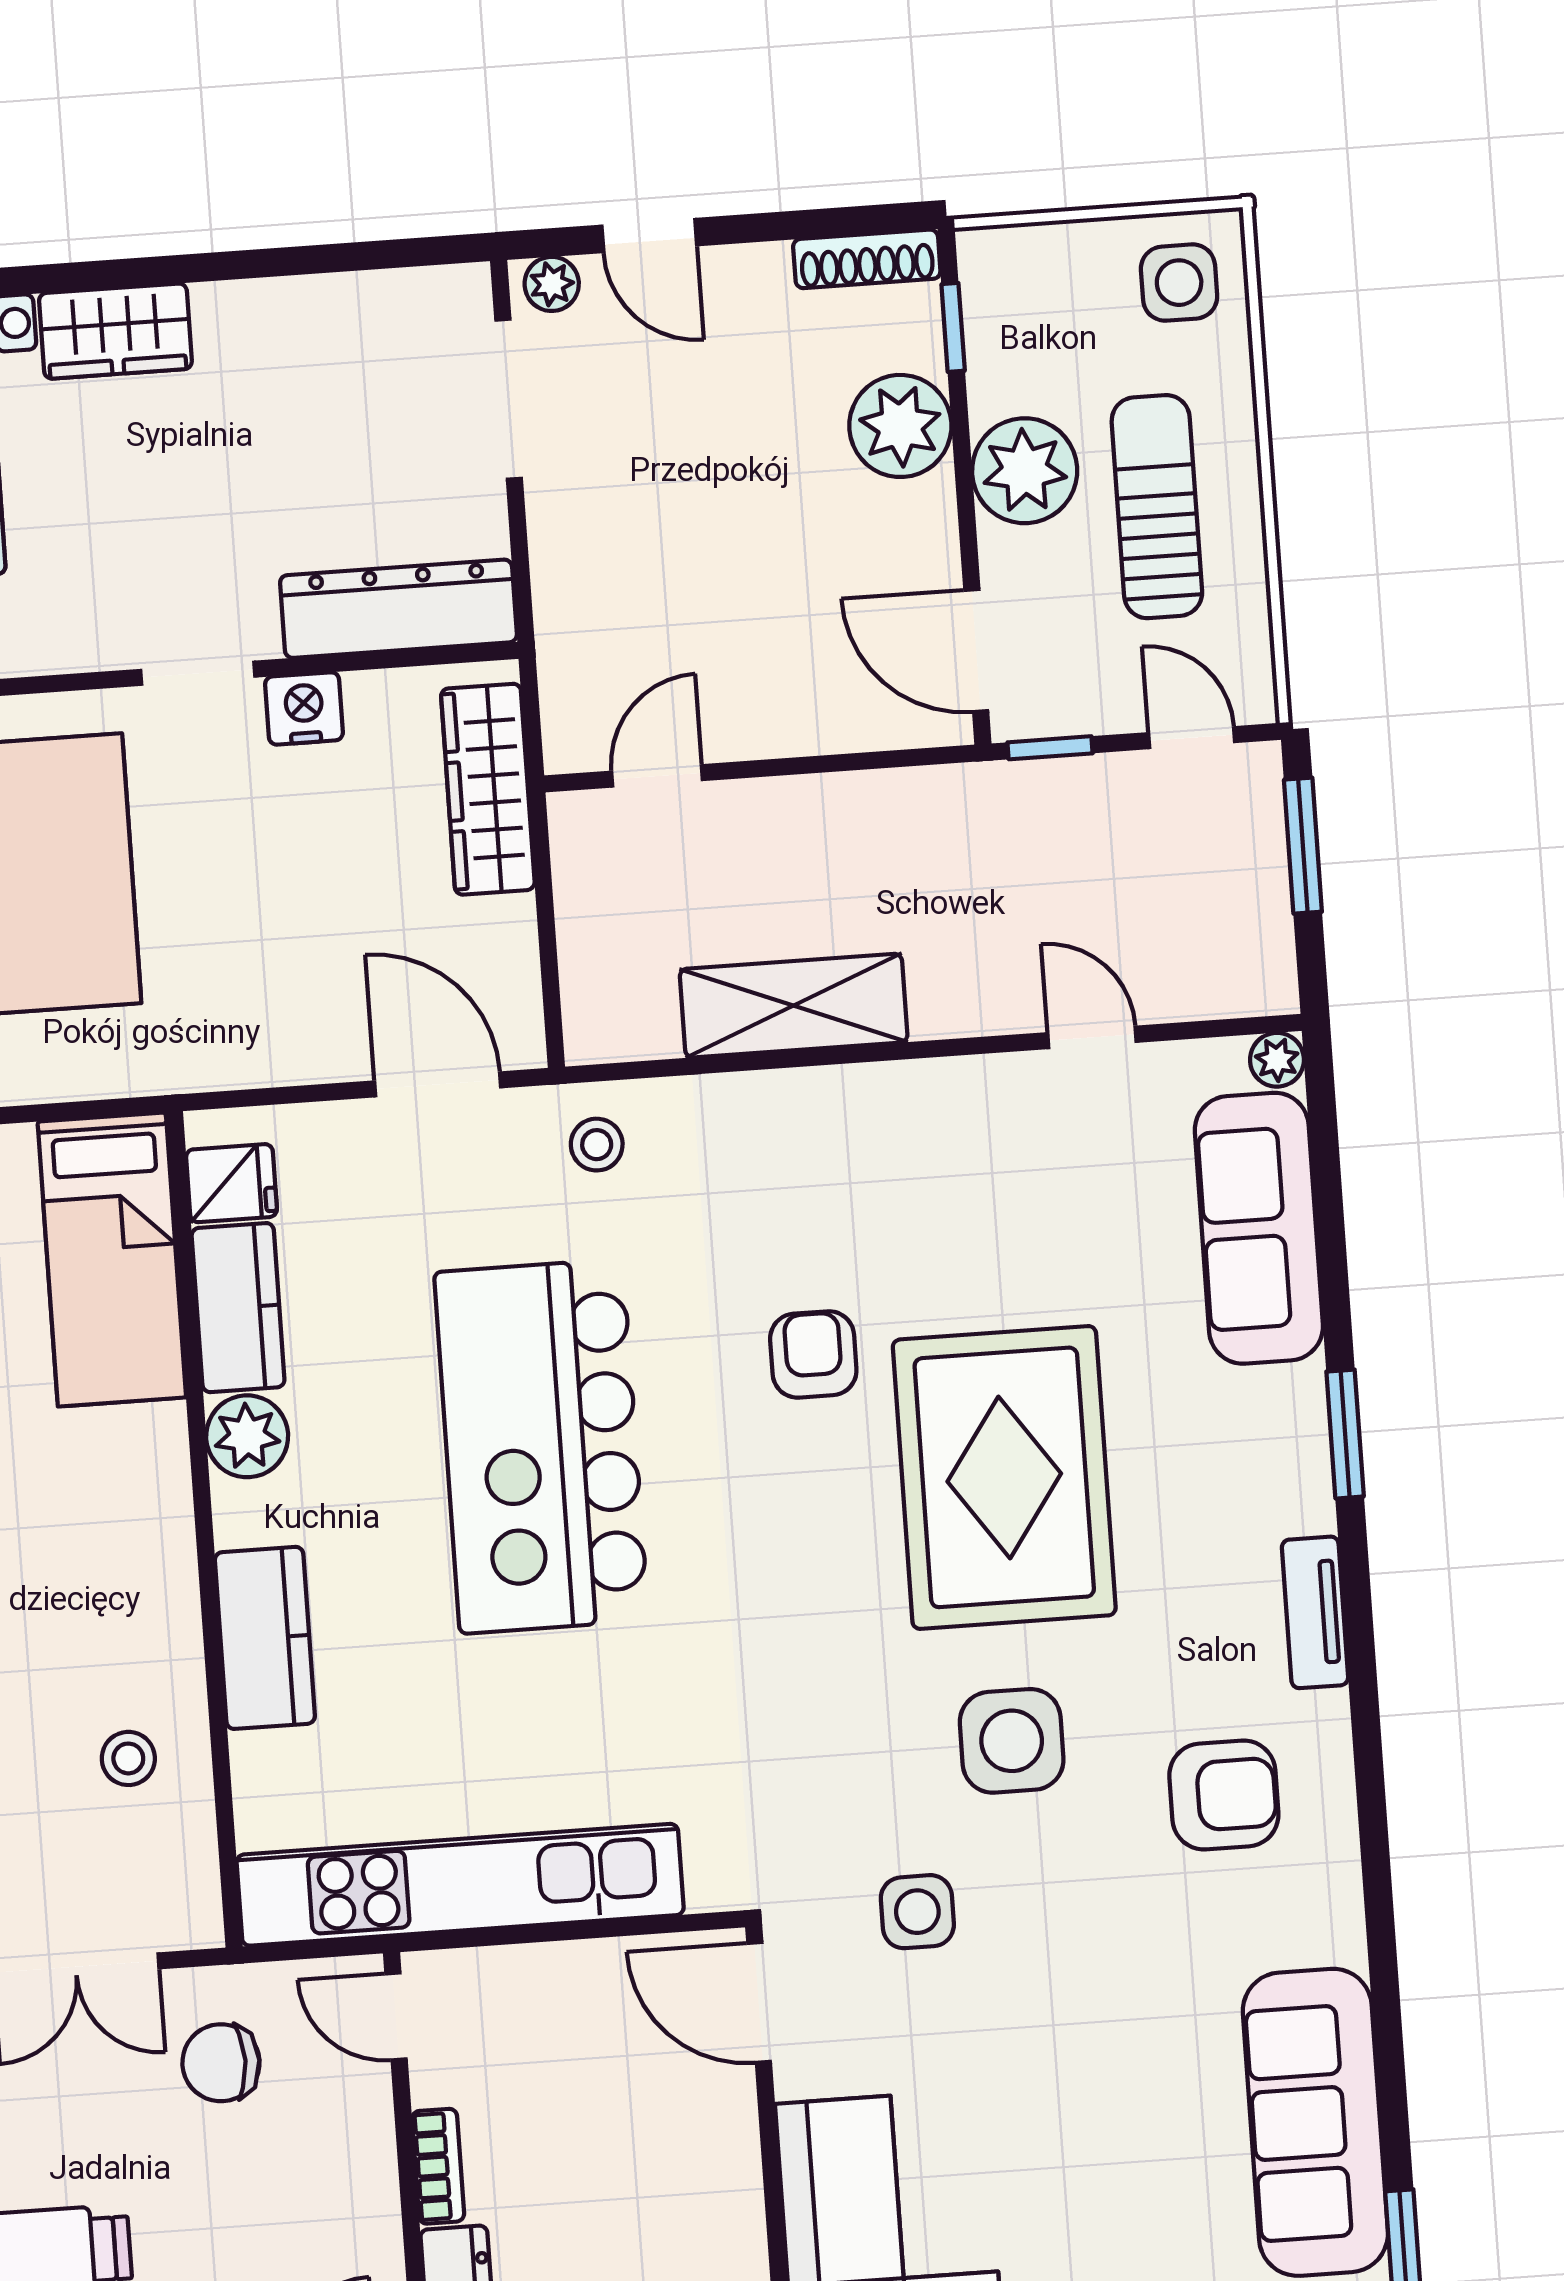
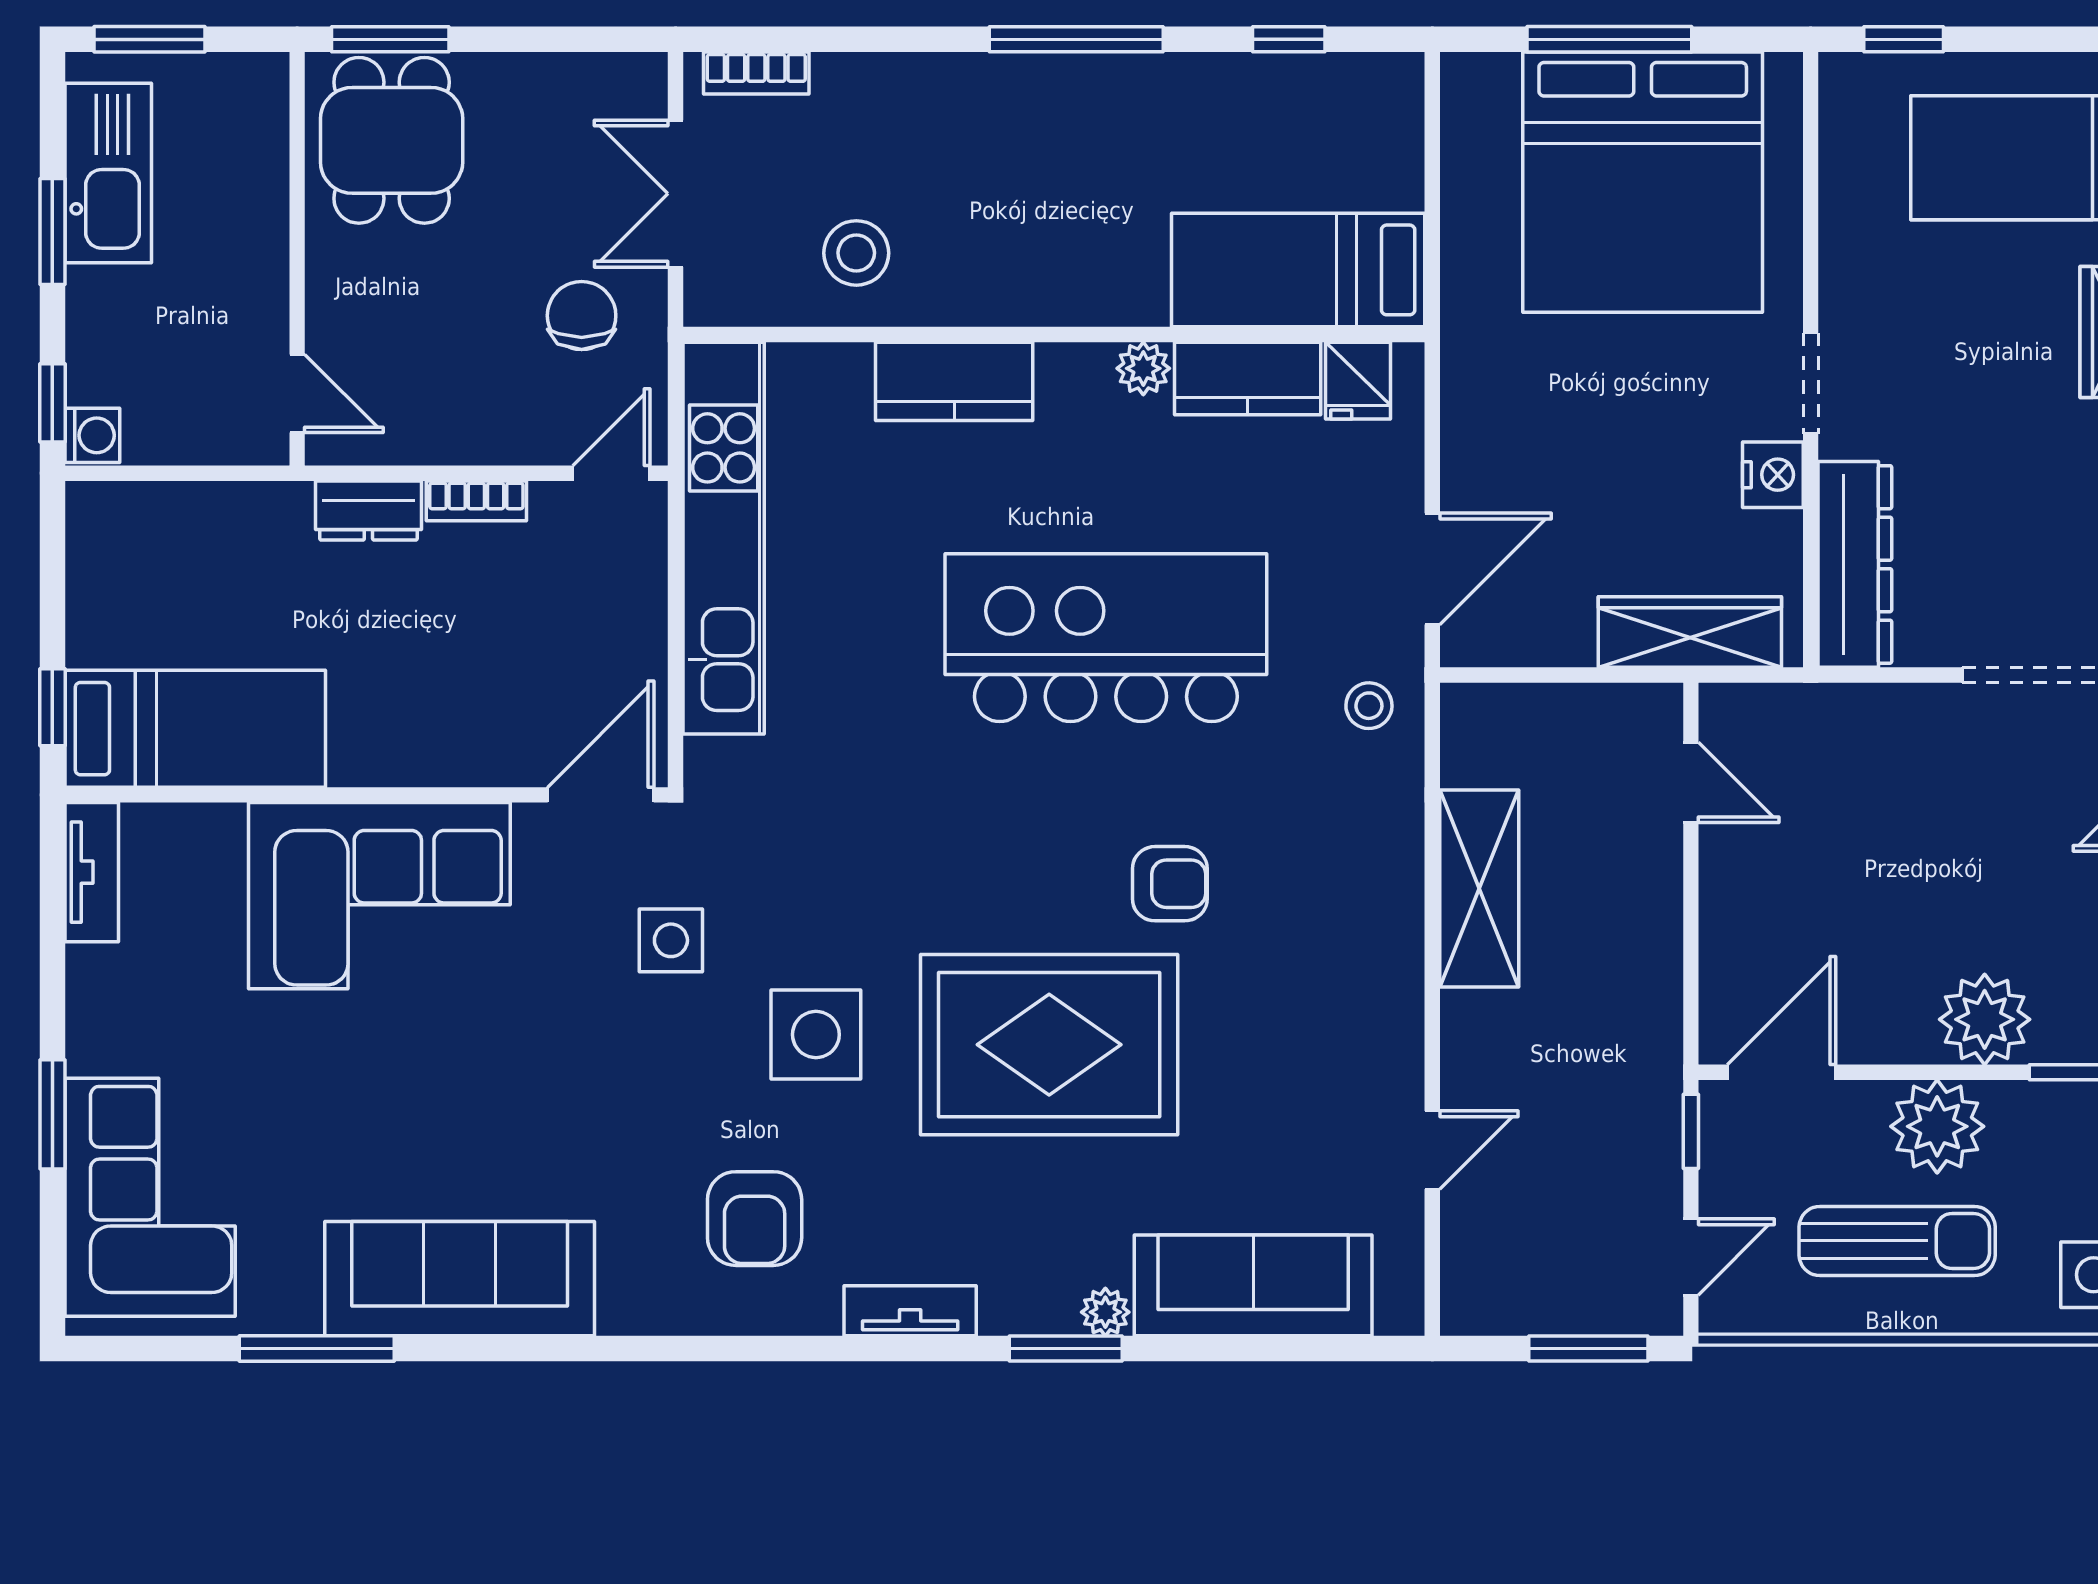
plant: (1277, 1060) -> (1105, 1312), moved
plant: (247, 1436) -> (1143, 368), width x0.73, depth x0.73
stool: (128, 1758) -> (856, 253), width x1.37, depth x1.37

